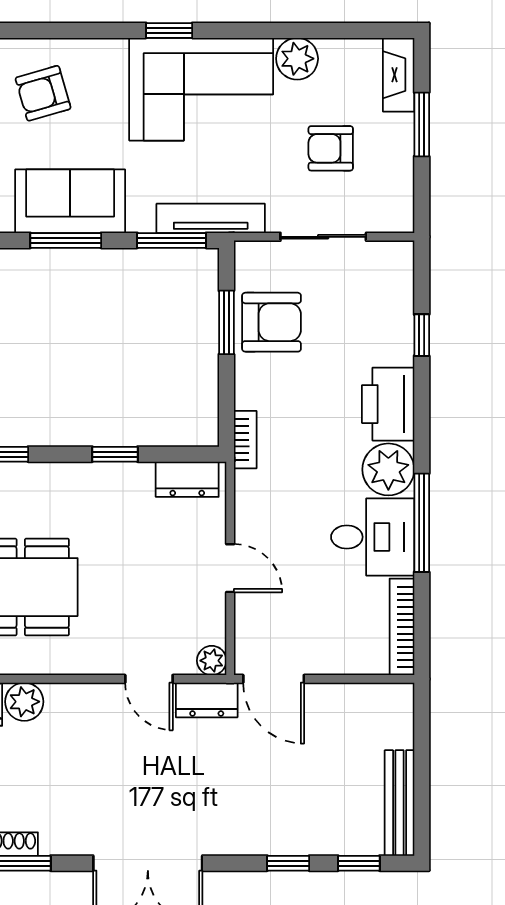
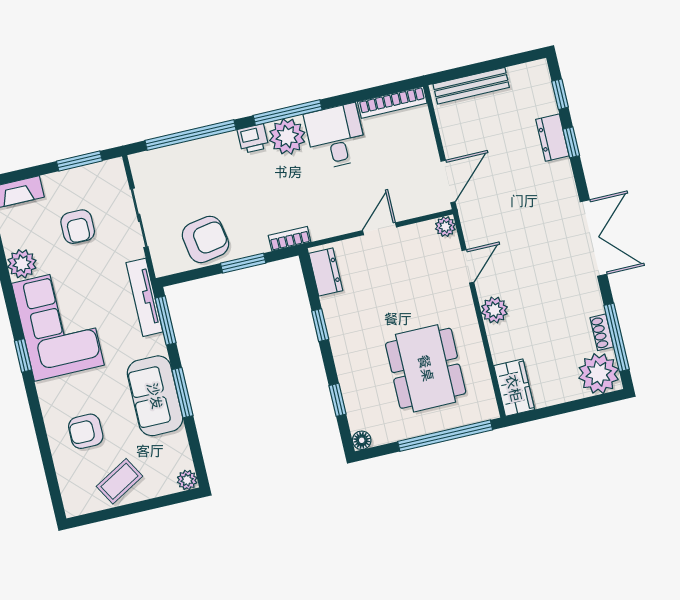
armchair: (43, 93) -> (86, 431), turned 106
window: (422, 124) -> (79, 161), moved
window: (226, 322) -> (243, 263), moved
armchair: (272, 322) -> (205, 239), turned 80
window: (422, 335) -> (190, 135), width x3.17
printer: (388, 404) -> (253, 139), width x0.53, depth x0.68
window: (422, 523) -> (288, 113), moved
dresser: (207, 700) -> (552, 138), moved, turned 180
plant: (24, 702) -> (494, 310), moved
bench: (400, 803) -> (471, 86), moved

